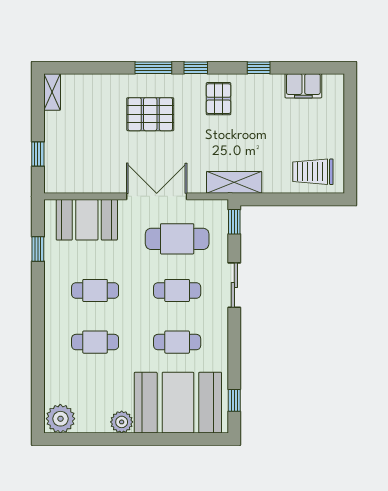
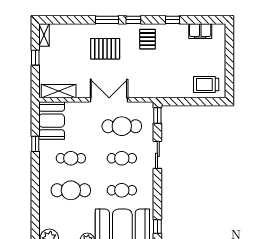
window: (38, 154) -> (35, 58), moved
shelving: (234, 182) -> (59, 91), moved
booth: (87, 220) -> (52, 121), moved, turned 90
window: (38, 249) -> (35, 144), moved
cafe table: (95, 342) -> (71, 190), width x1.37, depth x1.35

